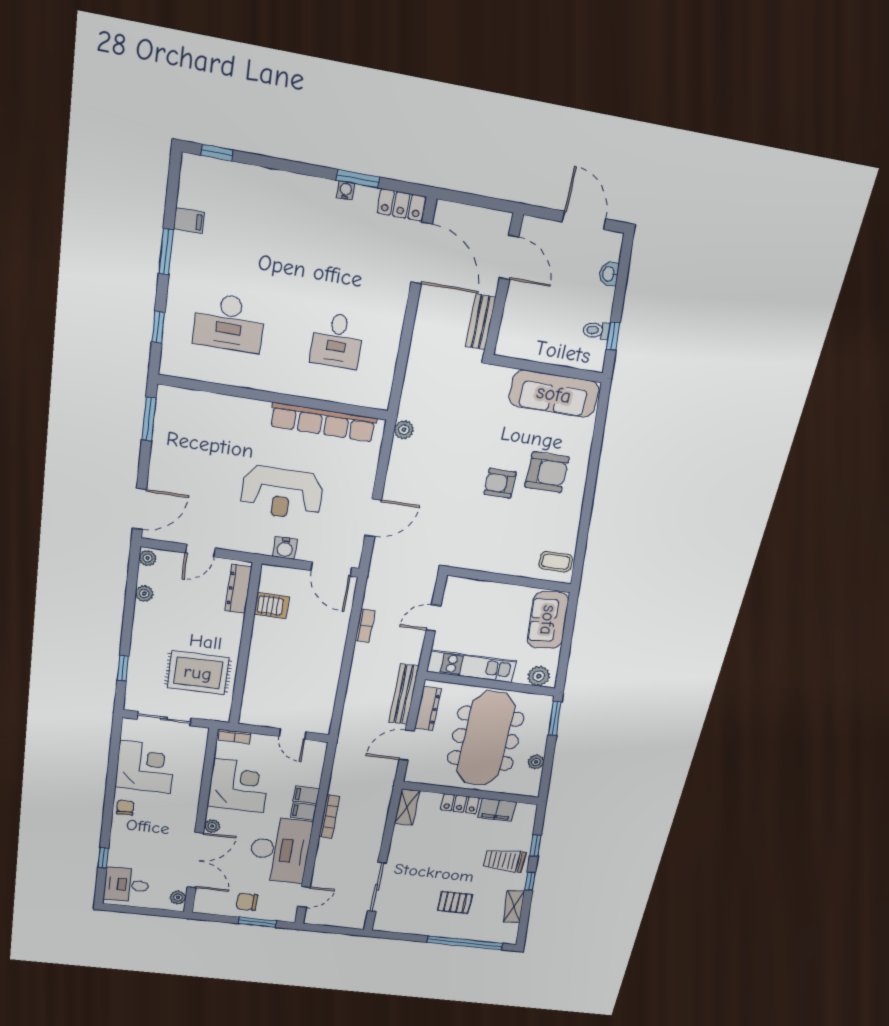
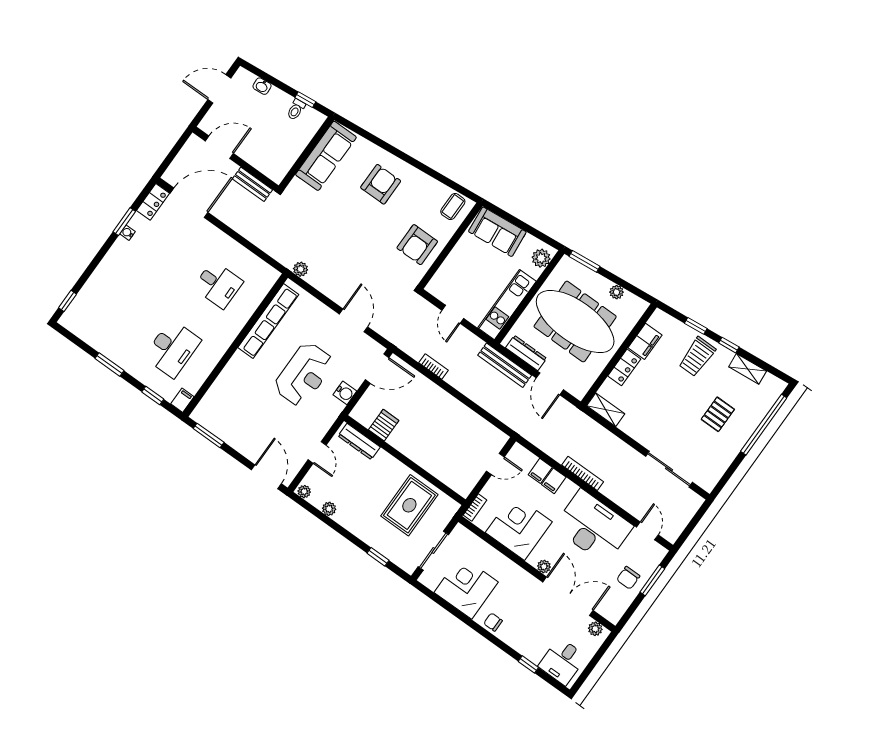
filing cabinet: (189, 221) -> (182, 400), moved
armchair: (500, 483) -> (417, 245), moved, width x1.38, depth x1.38
filing cabinet: (304, 811) -> (540, 471), moved

